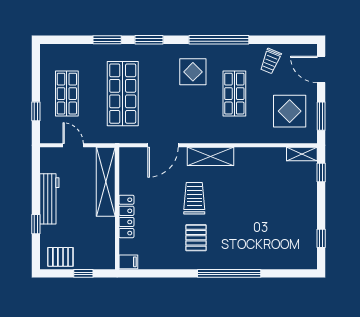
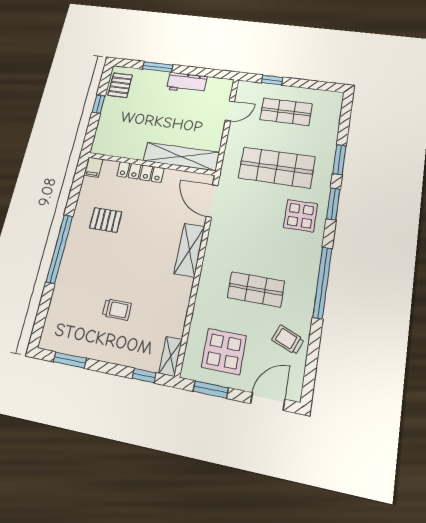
display table: (193, 72) -> (300, 216), moved
shelving: (106, 182) -> (181, 157), moved
trolley: (194, 198) -> (117, 310), moved, width x0.73, depth x0.72
workbench: (49, 199) -> (187, 83), width x0.73
wall: (117, 208) -> (151, 164), moved
locker: (126, 216) -> (140, 172), moved
window: (36, 224) -> (158, 67), width x1.50
window: (321, 238) -> (70, 360), width x1.50
filing cabinet: (128, 262) -> (94, 167), moved

